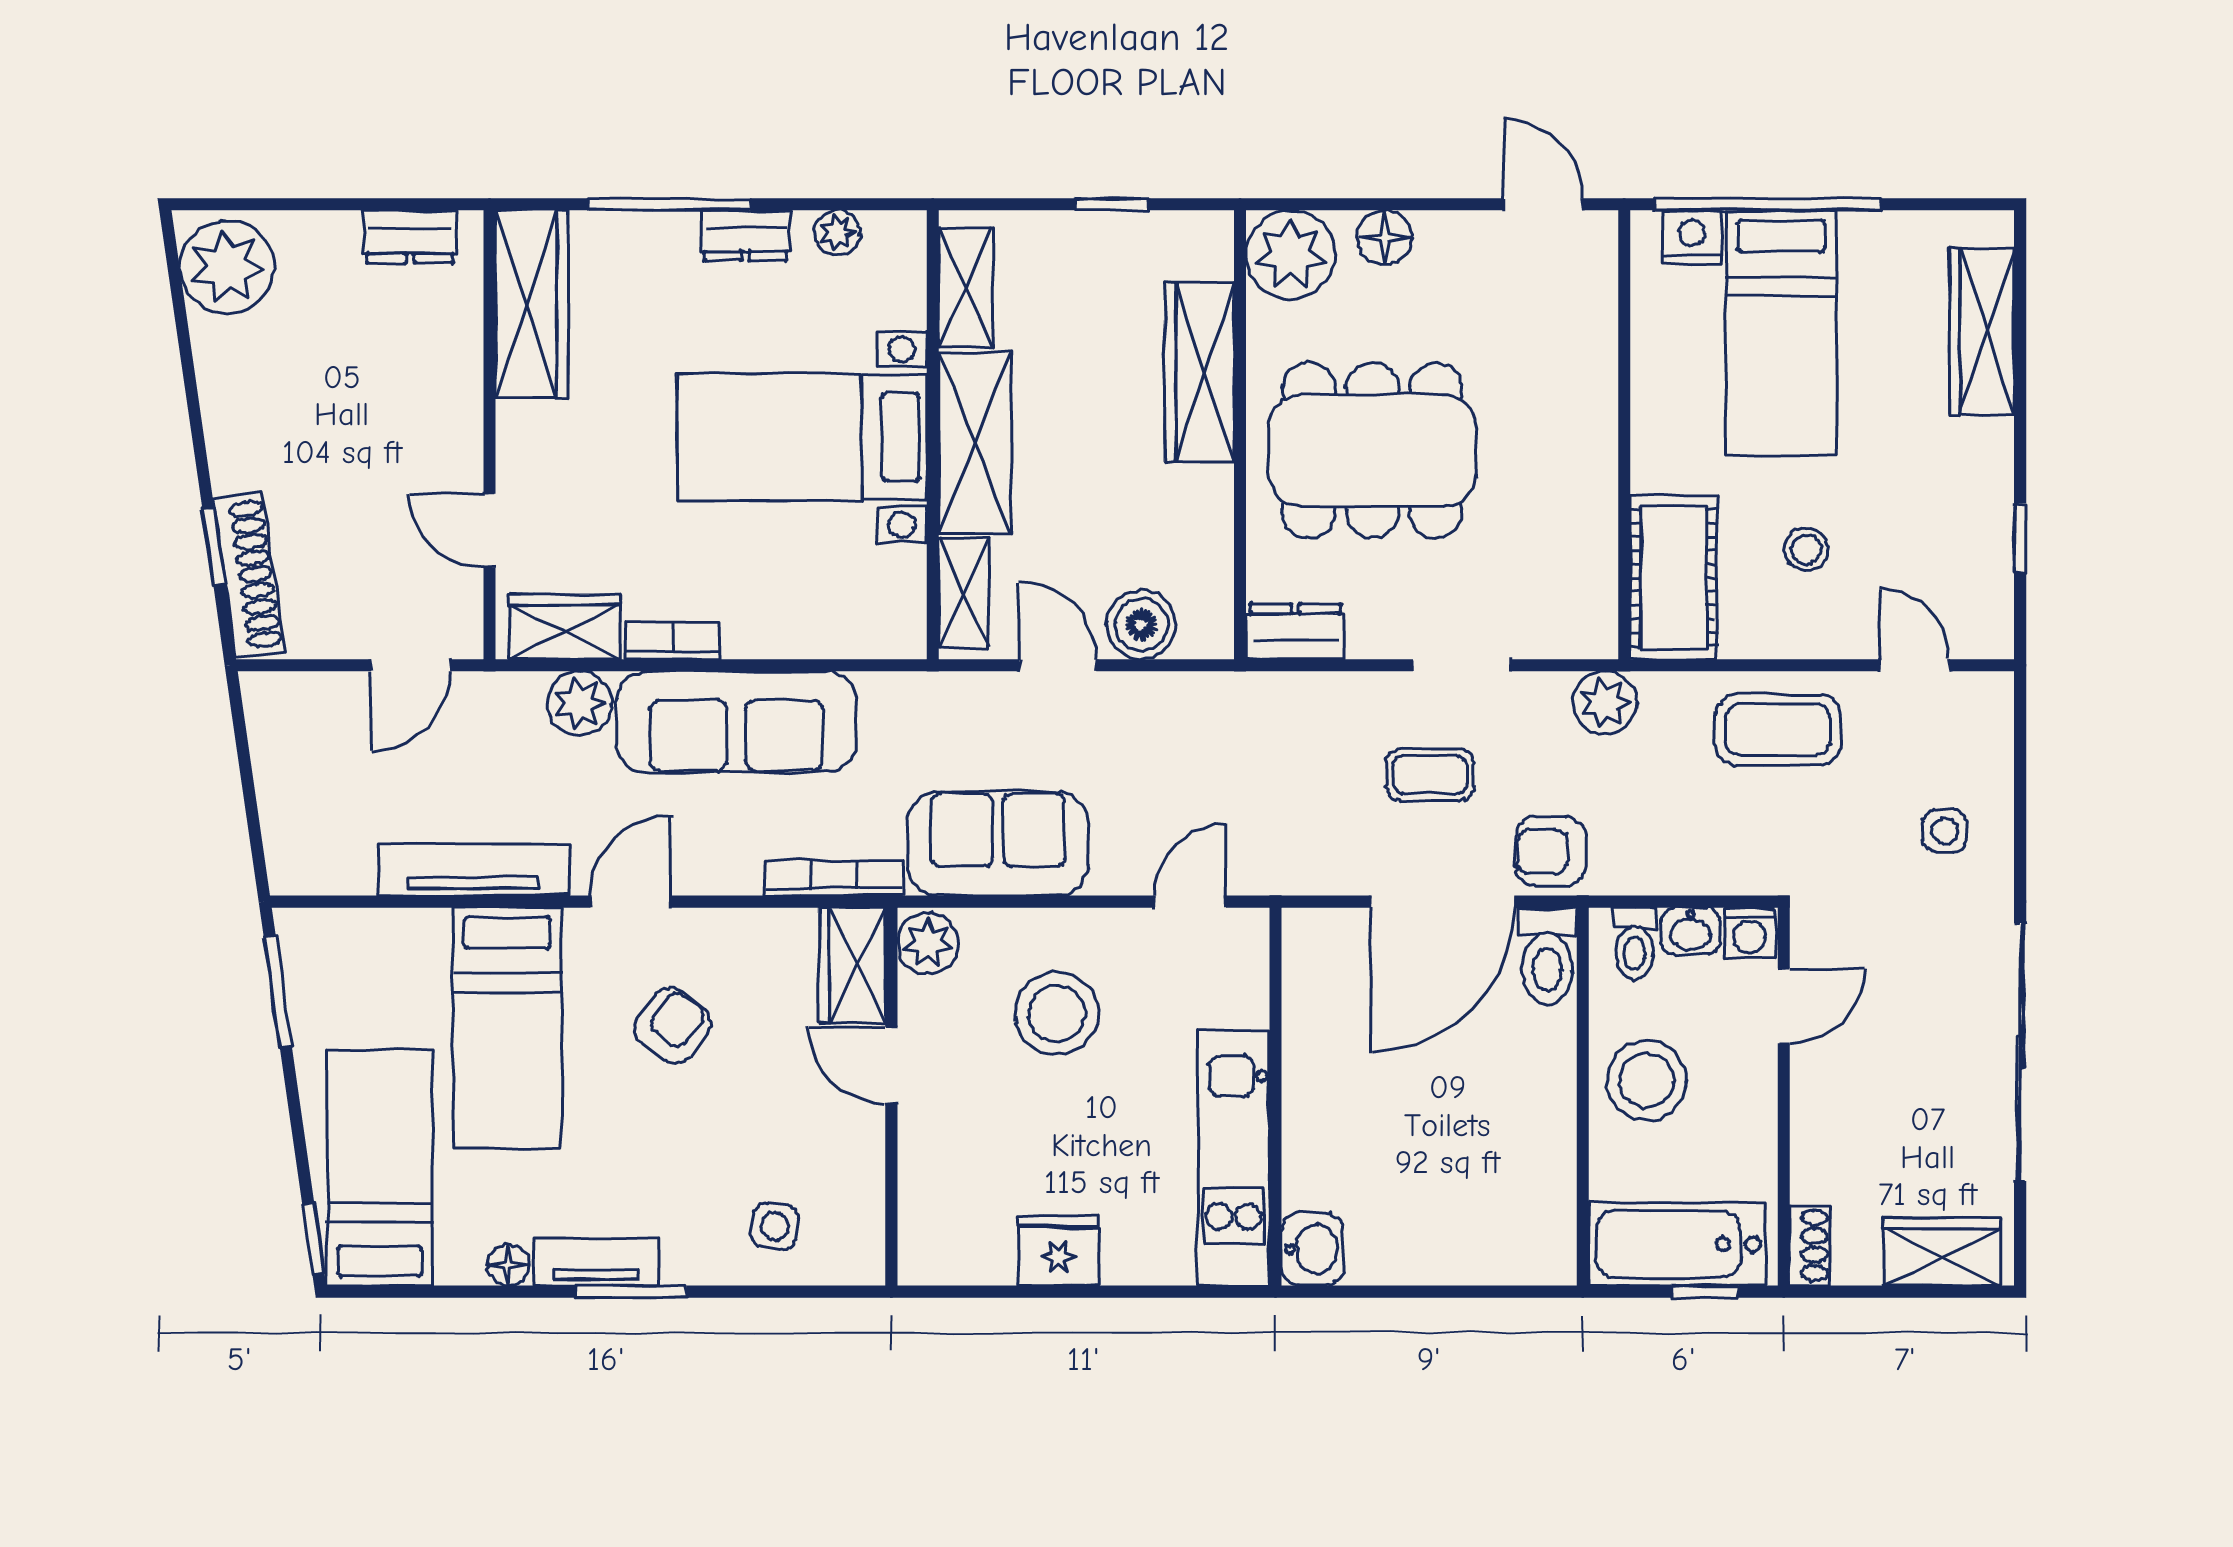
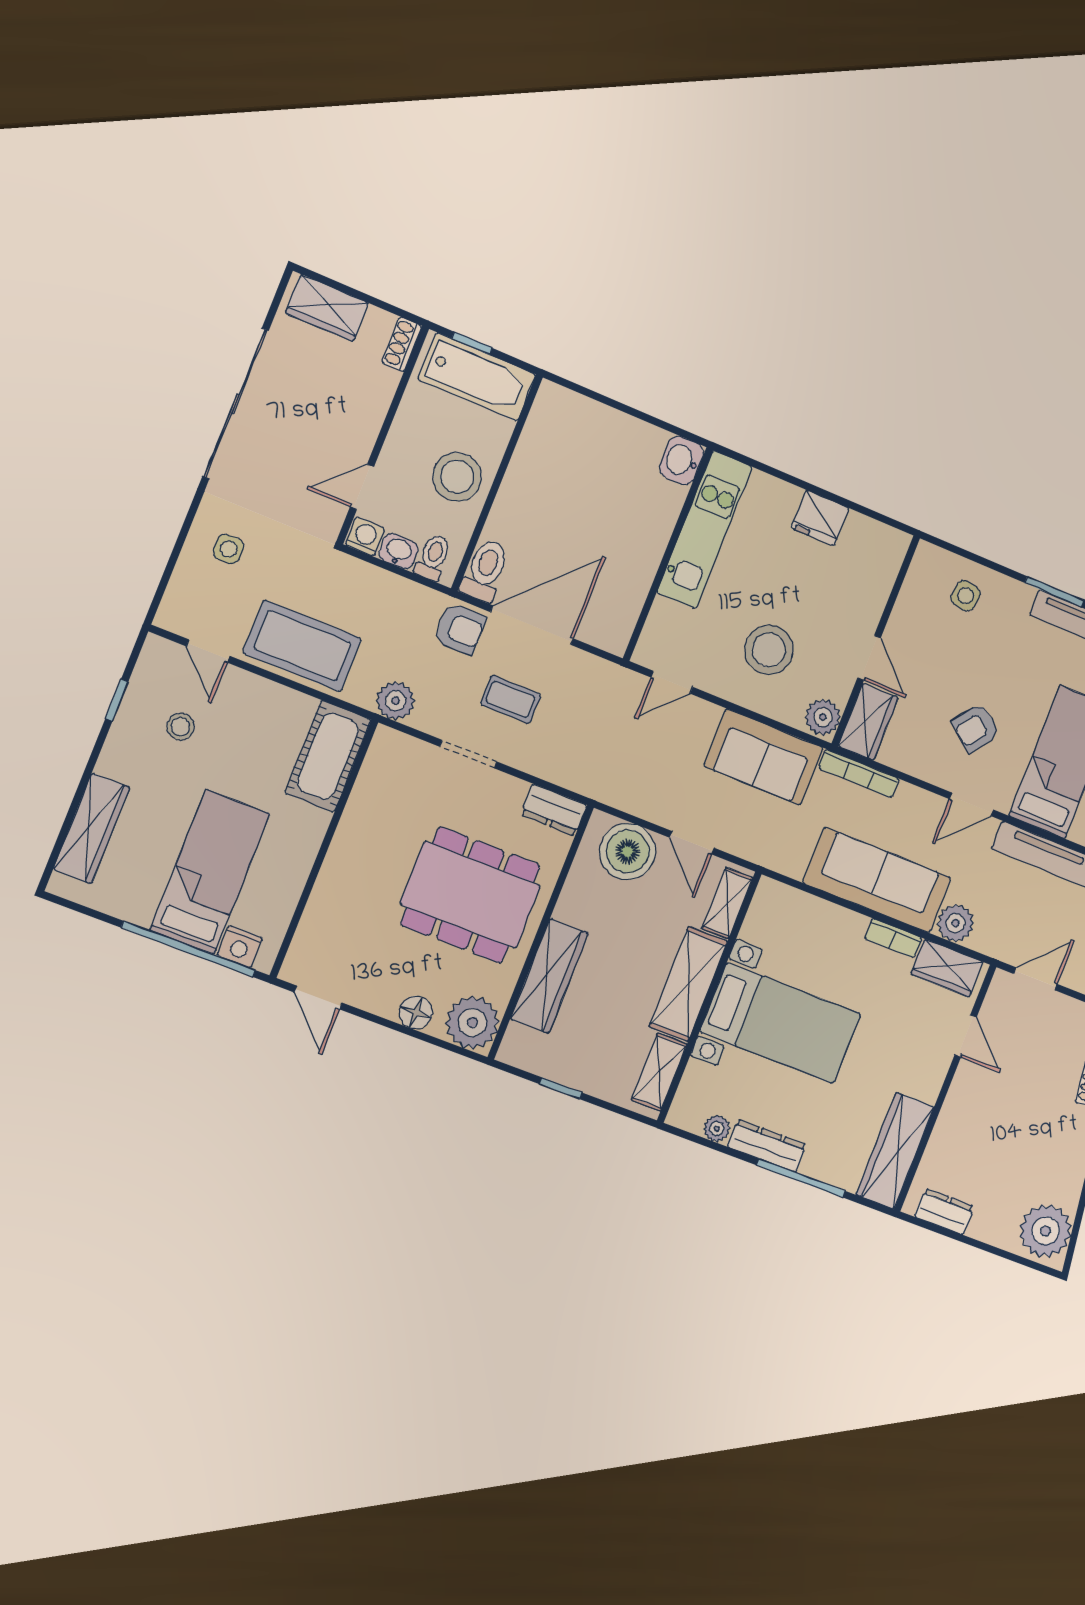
dresser: (746, 235) -> (767, 1146), width x1.44
stool: (1806, 549) -> (180, 727), moved
boiler: (1141, 625) -> (628, 852), width x1.37, depth x1.37
coffee table: (1778, 730) -> (302, 646), width x1.36, depth x1.32

